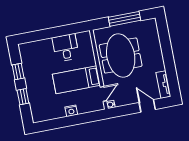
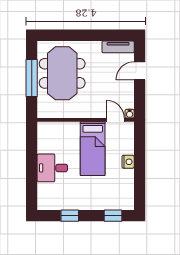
desk: (66, 48) -> (52, 168), moved
meeting table: (121, 55) -> (62, 73), moved, turned 90
window: (23, 97) -> (113, 216), moved

